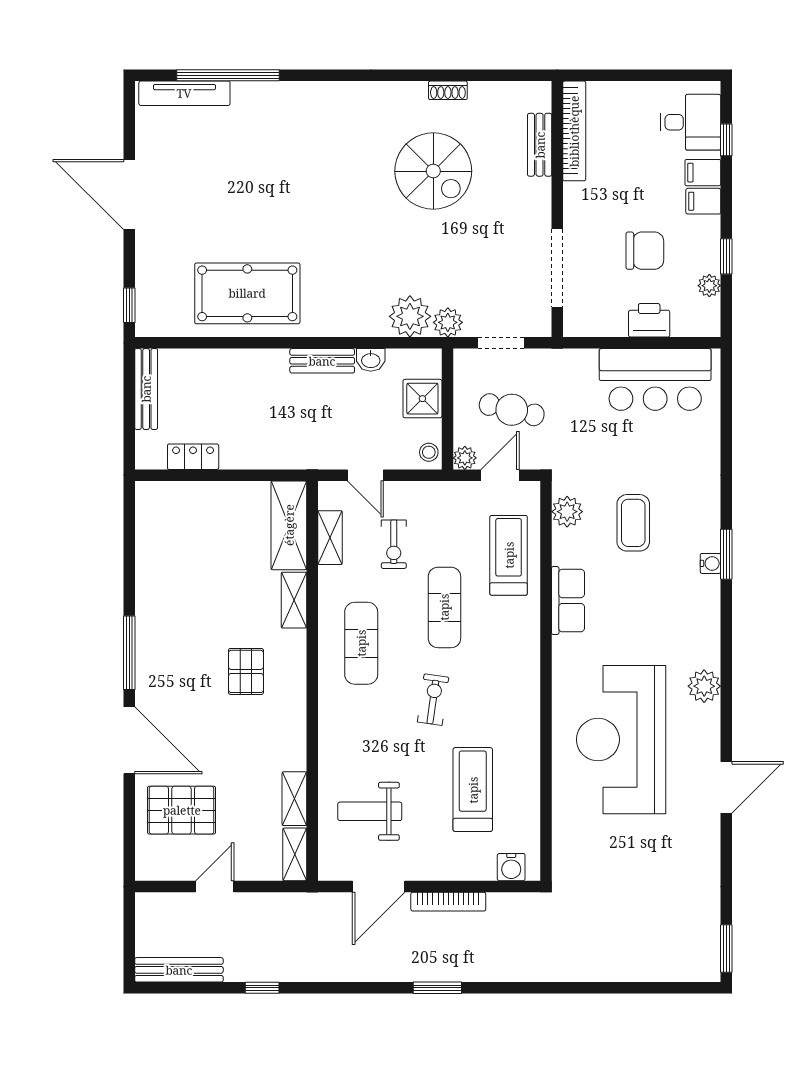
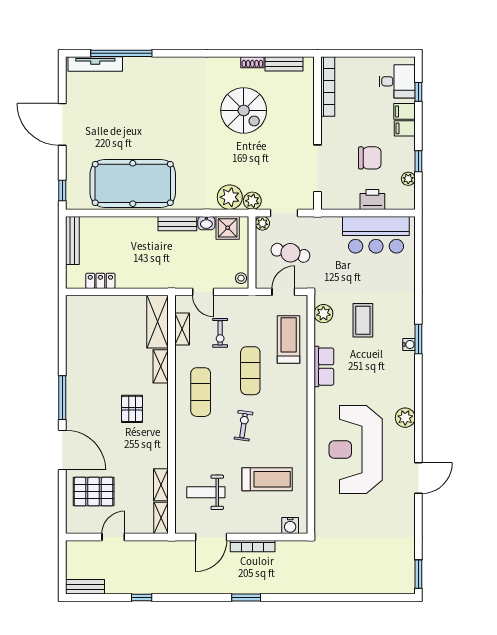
bench: (540, 145) -> (284, 64), moved, turned 90
pool table: (247, 293) -> (133, 183), width x1.36, depth x1.32
shower: (422, 399) -> (228, 228), moved
plant: (465, 458) -> (262, 223), moved
treadmill: (473, 790) -> (267, 479), turned 90
bench: (179, 970) -> (85, 587), width x0.73

